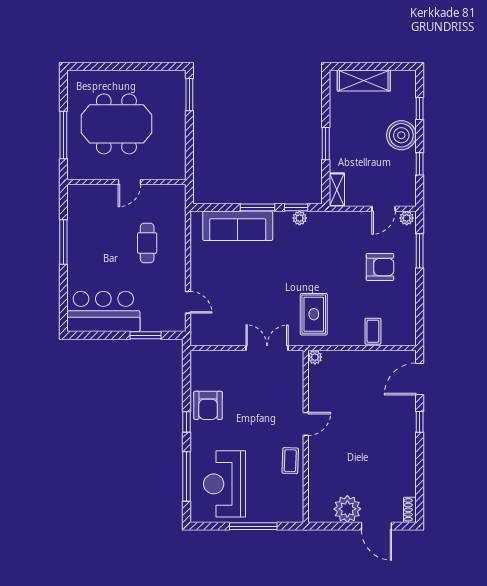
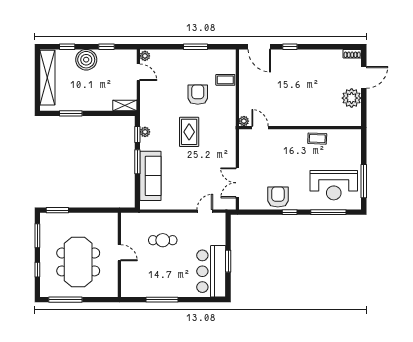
window: (106, 66) -> (37, 270), added
window: (153, 66) -> (37, 236), added
shelving: (364, 81) -> (47, 78), width x1.47
window: (63, 135) -> (65, 300), moved
window: (326, 144) -> (71, 113), moved
window: (420, 251) -> (195, 47), moved
armchair: (380, 267) -> (198, 95), moved
rug: (314, 314) -> (189, 132), moved, turned 90
window: (145, 335) -> (228, 261), moved
double door: (267, 348) -> (237, 183), moved
armchair: (208, 405) -> (278, 197), turned -90
door: (306, 424) -> (260, 128), moved
window: (253, 526) -> (364, 181), moved

